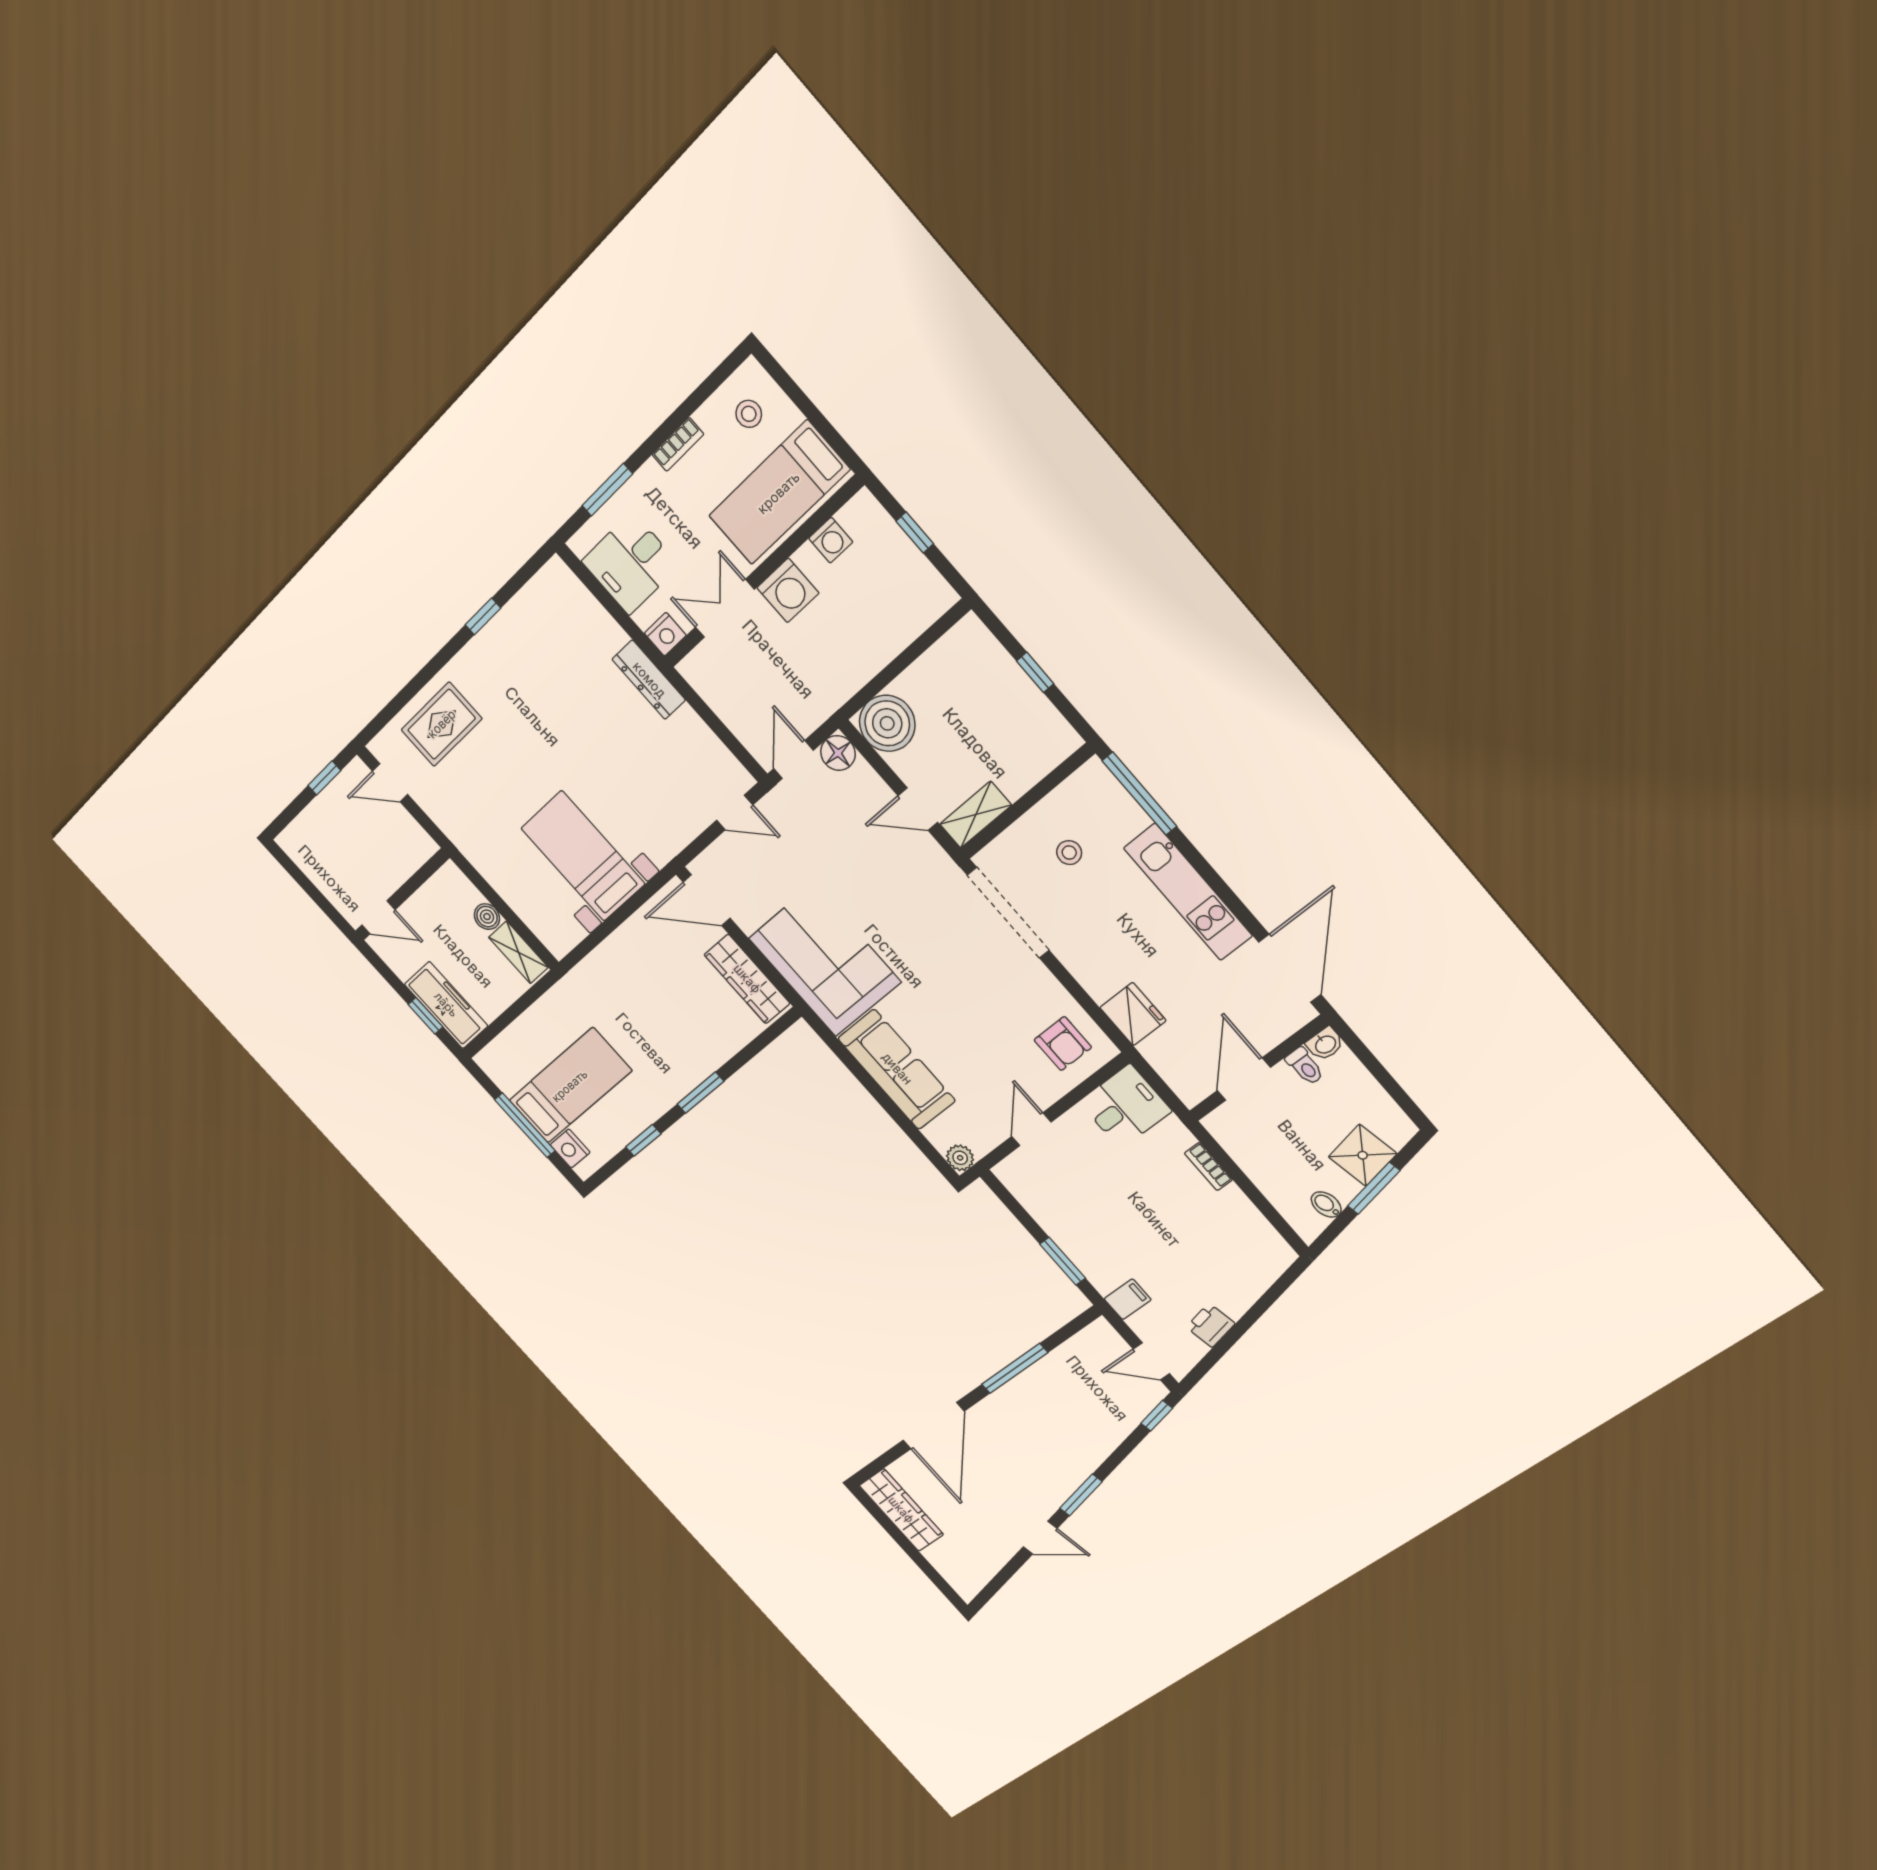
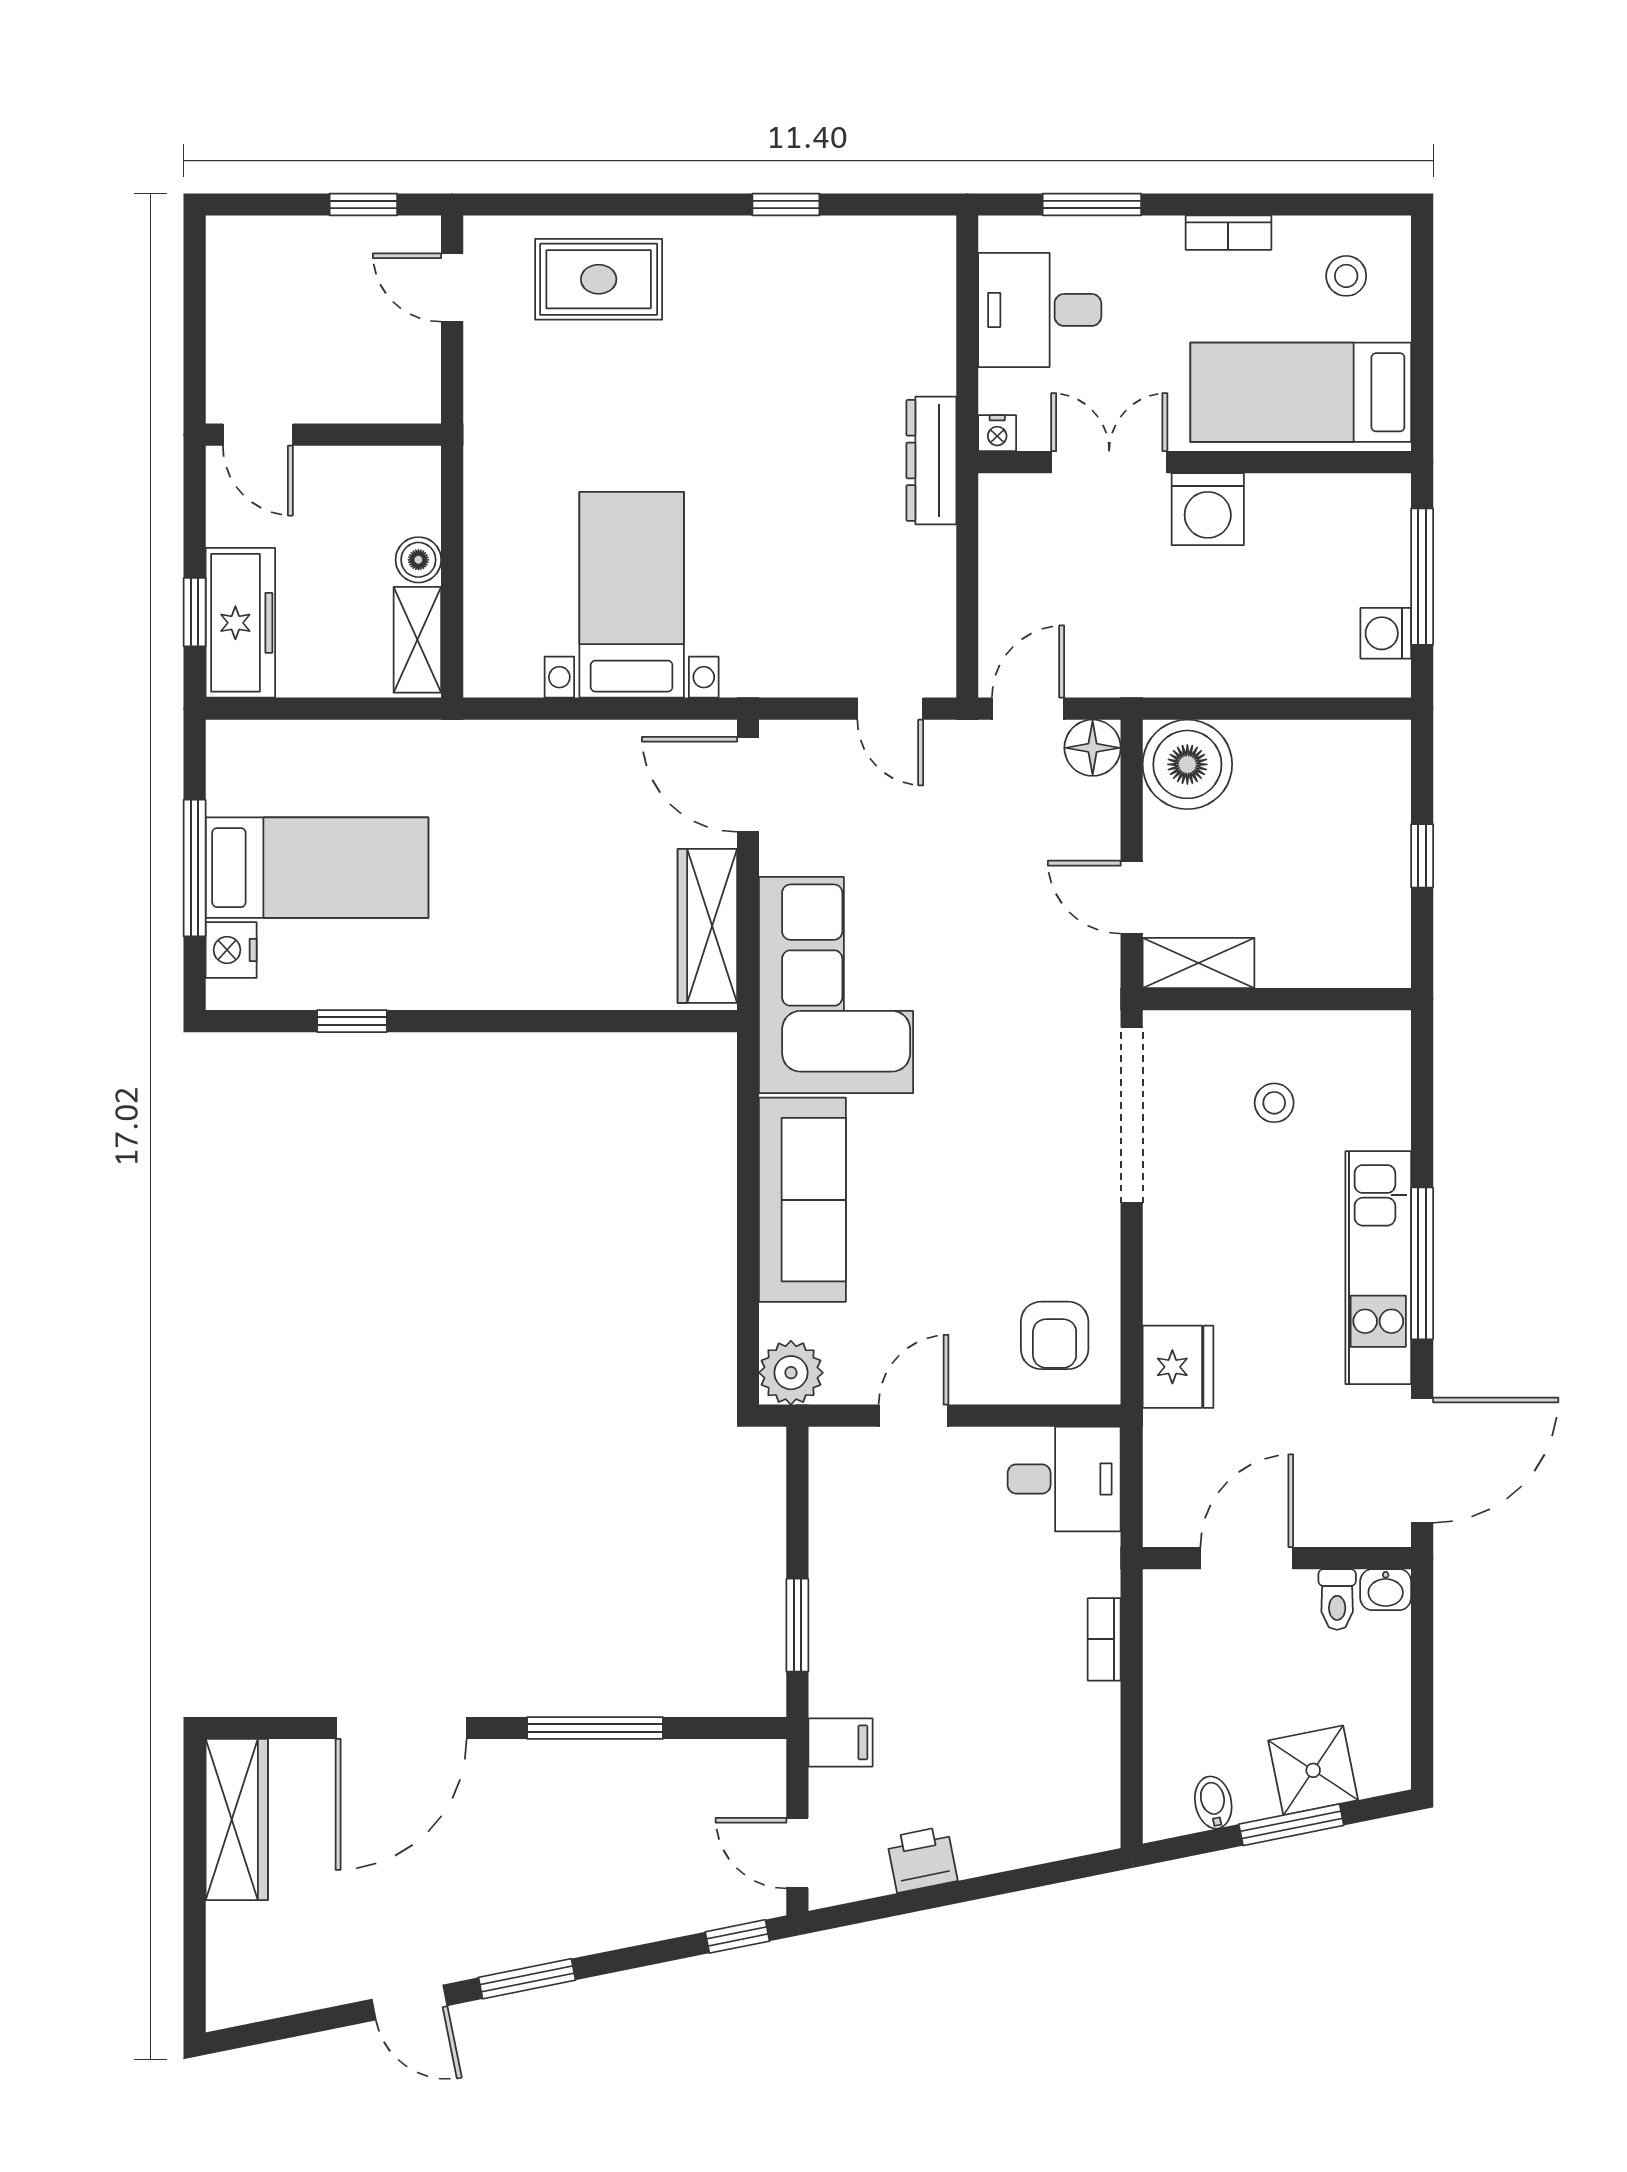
window: (915, 532) -> (1422, 577), width x2.17
washing machine: (831, 540) -> (1386, 633), moved, turned 90
nightstand: (665, 634) -> (997, 433), width x0.72, depth x0.74
window: (1139, 794) -> (1422, 1263), moved
window: (700, 1093) -> (498, 1021), removed
plant: (960, 1158) -> (791, 1373), width x1.38, depth x1.38

